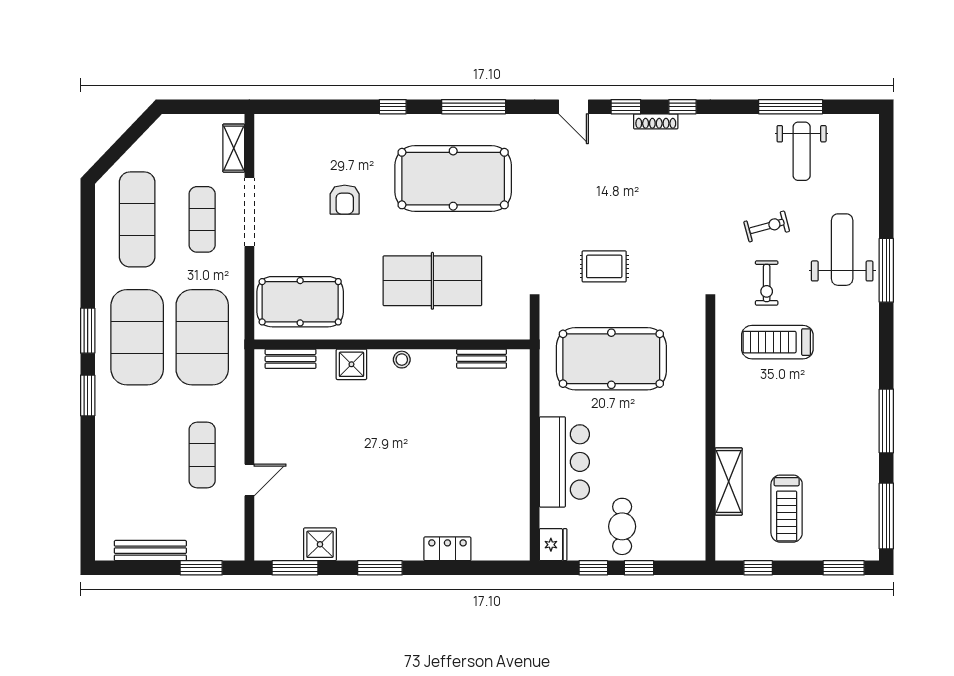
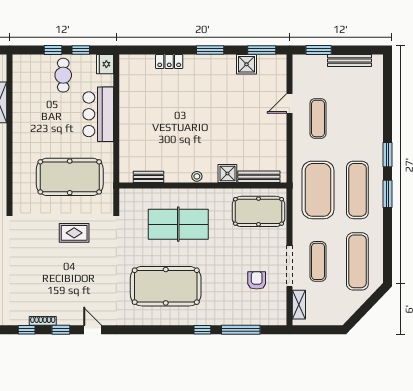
window: (474, 107) -> (241, 330), moved
armchair: (345, 200) -> (257, 280), moved
exercise mat: (137, 337) -> (357, 190), width x0.68
bench: (291, 359) -> (259, 177), width x1.36

